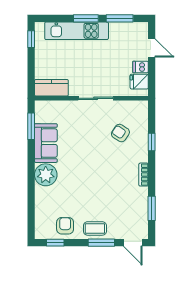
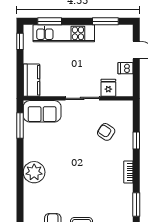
window: (86, 18) -> (50, 21), moved
fridge: (139, 82) -> (108, 88), moved, turned 90
kitchen counter: (51, 88) -> (31, 80), moved, turned 90
sofa: (46, 143) -> (42, 111), moved, turned 90

